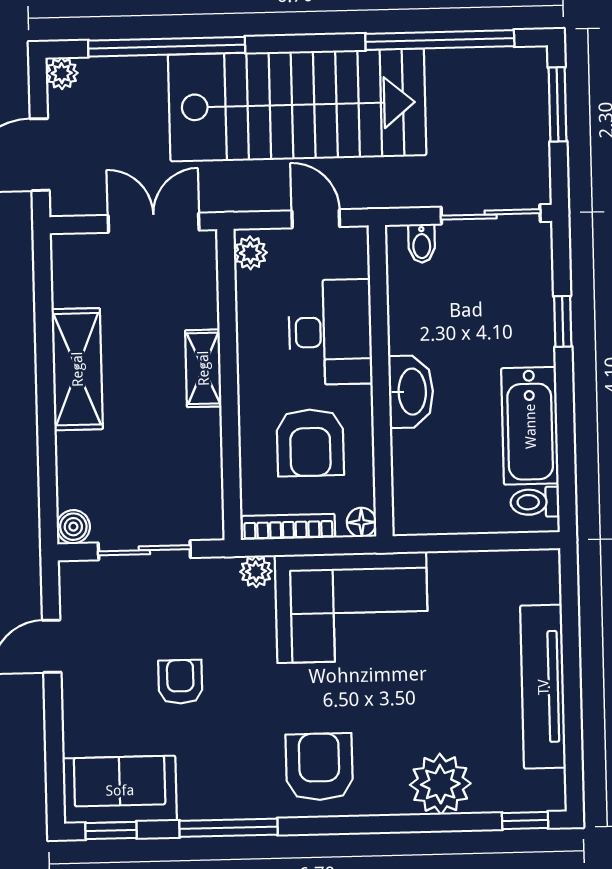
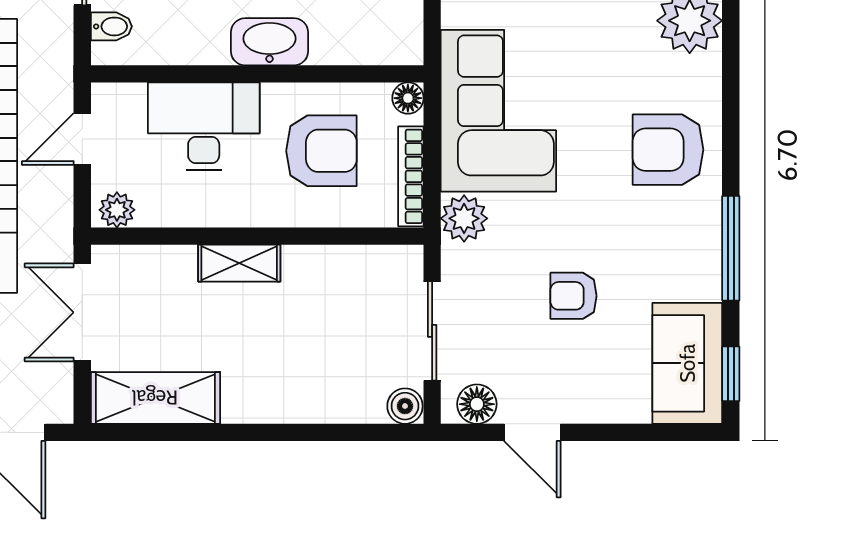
shelving: (77, 369) -> (155, 398), moved
plant: (256, 571) -> (464, 218), width x1.38, depth x1.38
floor lamp: (77, 594) -> (477, 404), added

